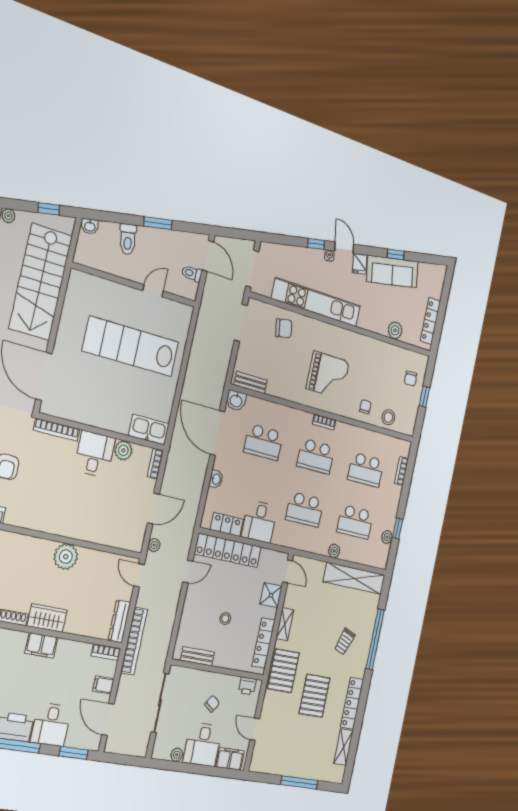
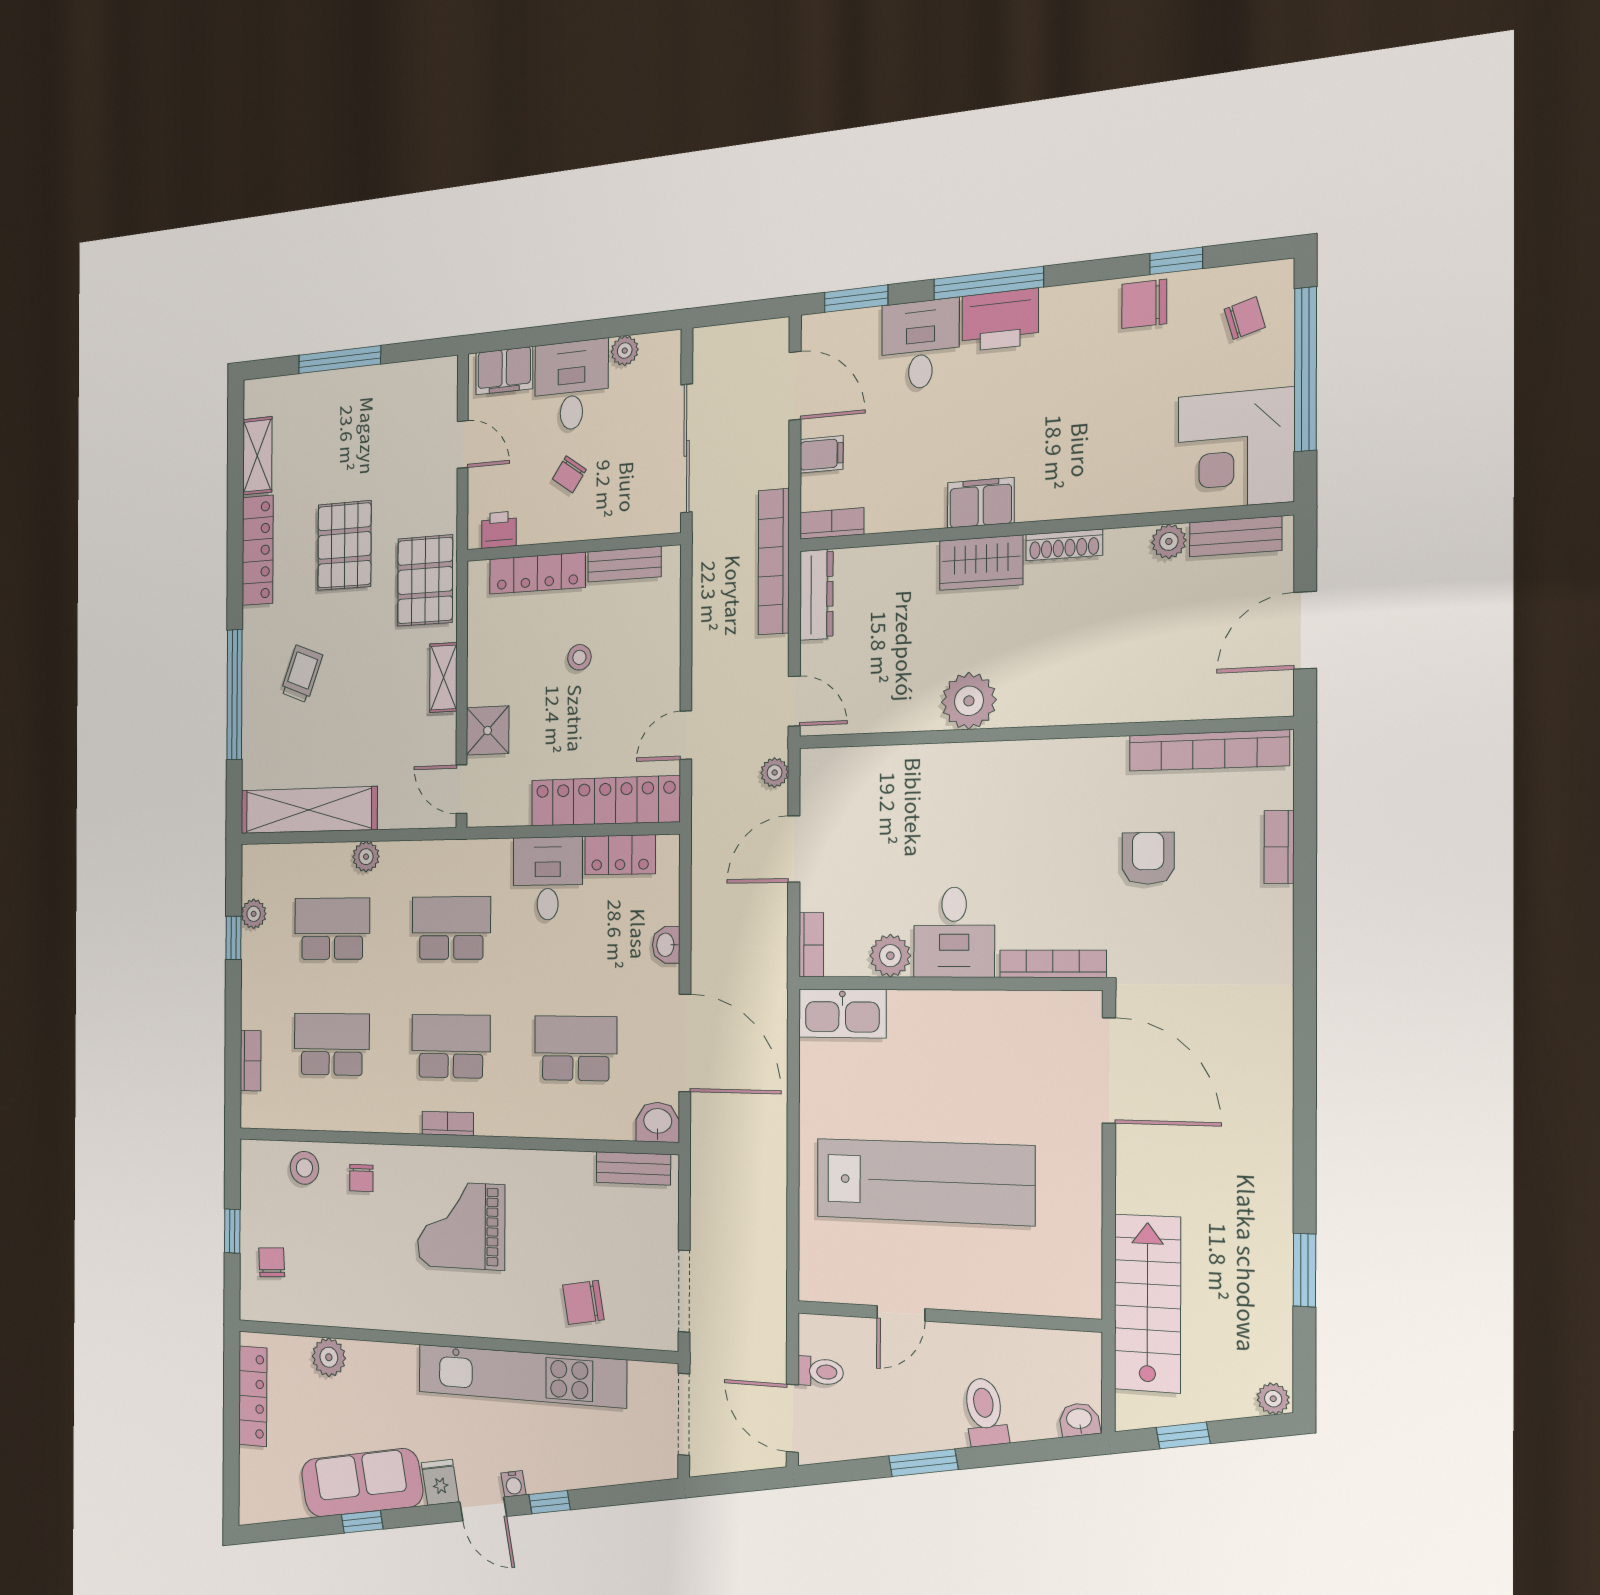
stairs: (41, 282) -> (1147, 1303), width x0.73, depth x0.66
locker: (264, 643) -> (537, 573), moved, turned 90

